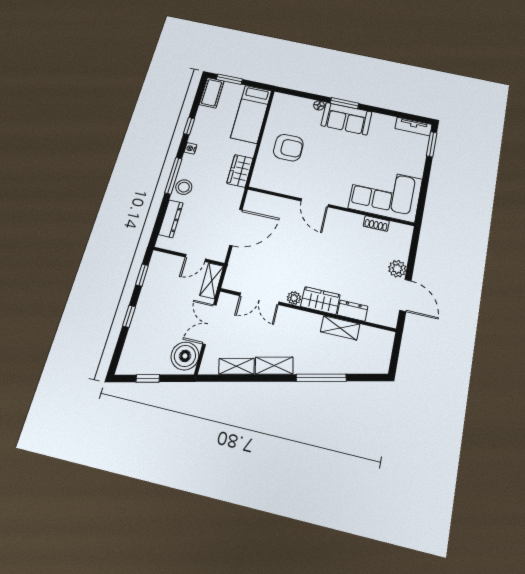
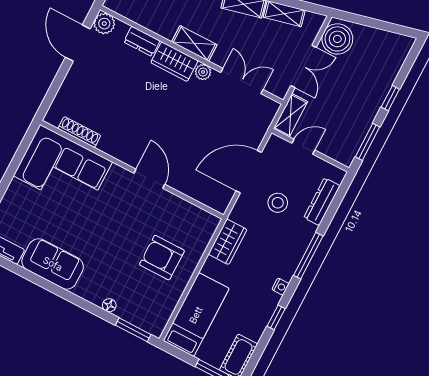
window: (345, 103) -> (133, 330), moved
sofa: (346, 119) -> (53, 264), moved
stool: (184, 187) -> (278, 203), moved
shoe rack: (376, 224) -> (79, 132), width x1.43
plant: (397, 269) -> (104, 24), moved
window: (142, 275) -> (368, 142), width x1.50
shelving: (340, 328) -> (194, 43), moved
window: (148, 378) -> (382, 25), removed

